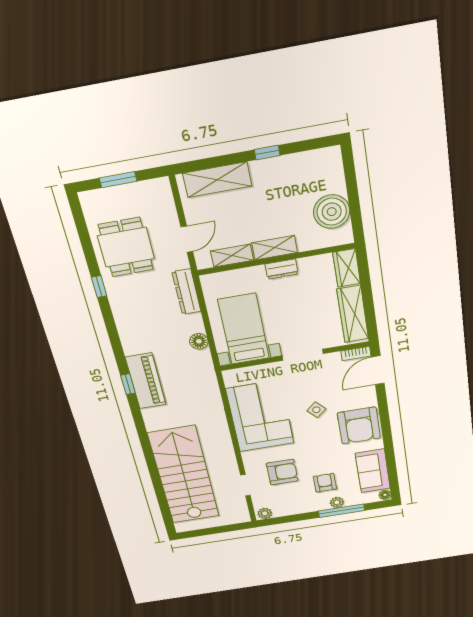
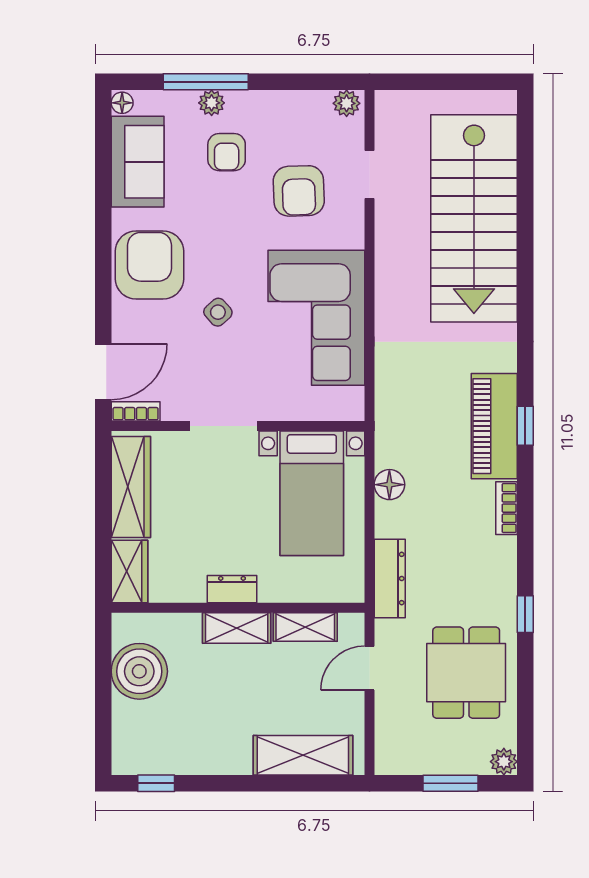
window: (267, 153) -> (156, 783), moved
plant: (88, 199) -> (504, 762), added
bookcase: (127, 341) -> (507, 508), added
armchair: (282, 472) -> (299, 191), turned -92

